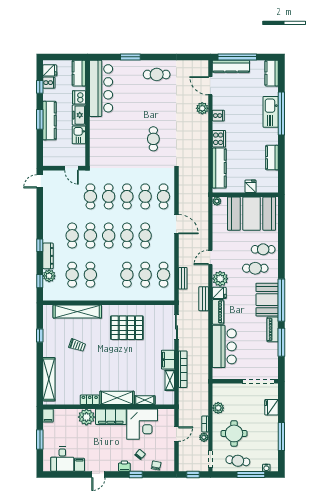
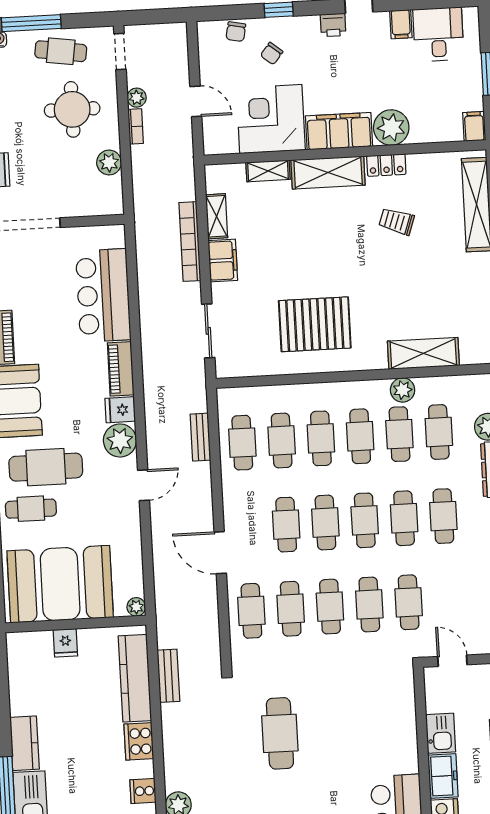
cafe table: (153, 139) -> (280, 733), width x1.37, depth x1.35
kitchen counter: (272, 158) -> (25, 743), moved
cafe table: (255, 268) -> (46, 467), width x1.37, depth x1.35
cafe table: (109, 275) -> (360, 436), added
plant: (88, 295) -> (403, 390), added
bench: (204, 299) -> (168, 676), moved
shelving: (77, 311) -> (423, 353), width x0.68
trolley: (77, 345) -> (397, 221), moved
door: (176, 434) -> (196, 101), swing flipped
printer: (124, 466) -> (333, 25), moved
window: (193, 474) -> (155, 16), removed

